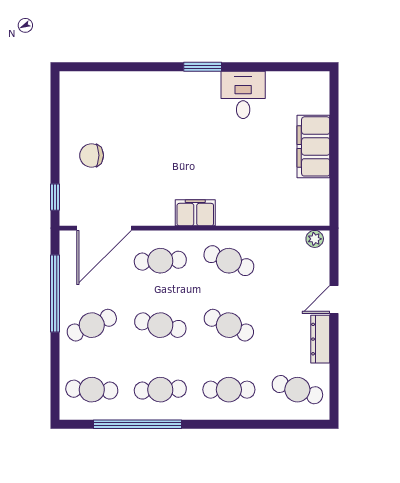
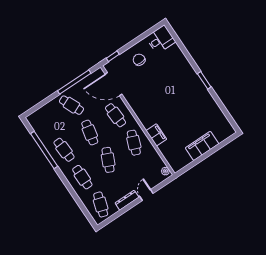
desk: (243, 95) -> (161, 39), moved
filing cabinet: (195, 213) -> (156, 135), moved
door: (334, 299) -> (146, 195), hinge flipped
cafe table: (92, 390) -> (46, 122), removed

